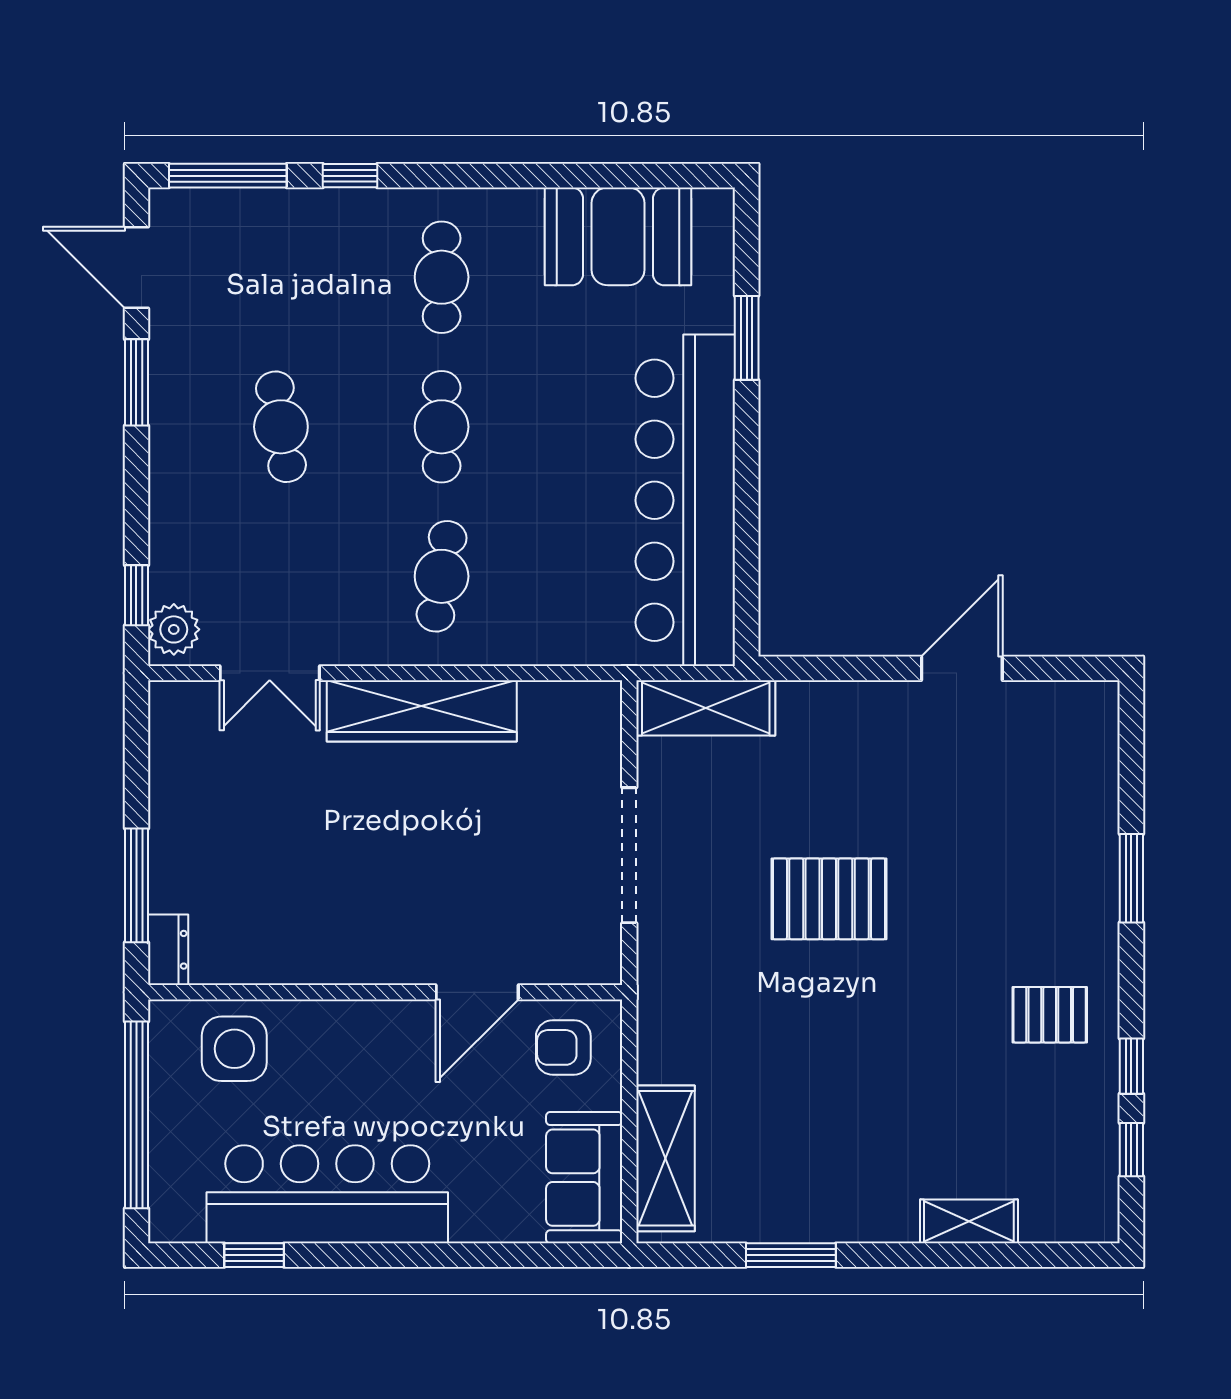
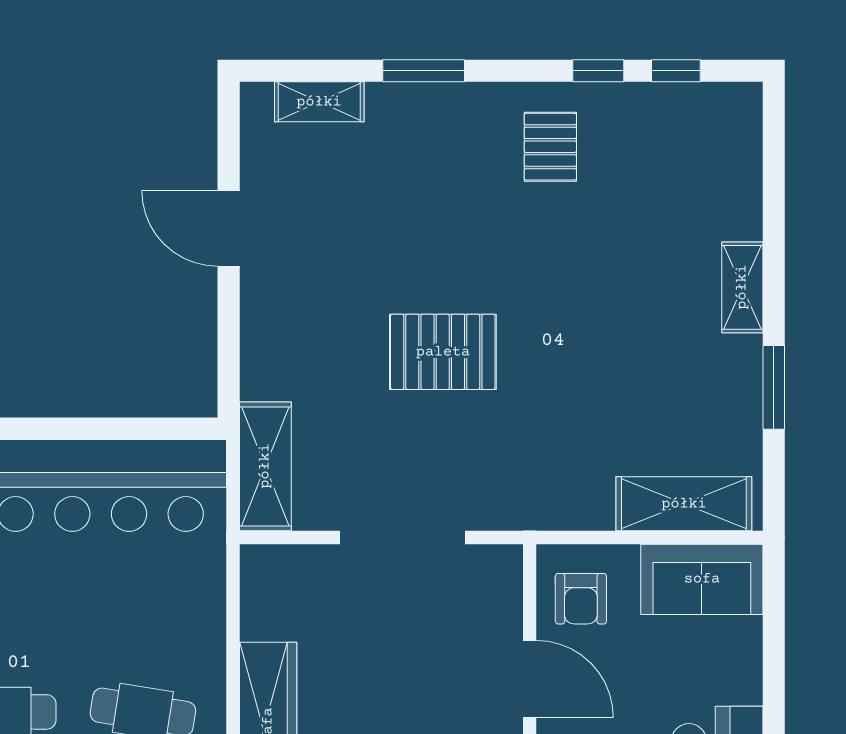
shelving: (1098, 766) -> (319, 102), added
pallet: (829, 899) -> (443, 352), turned 90
shelving: (969, 1221) -> (742, 287), moved

